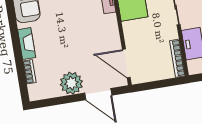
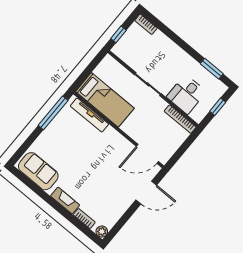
plant: (71, 83) -> (102, 232), moved, width x0.53, depth x0.53

